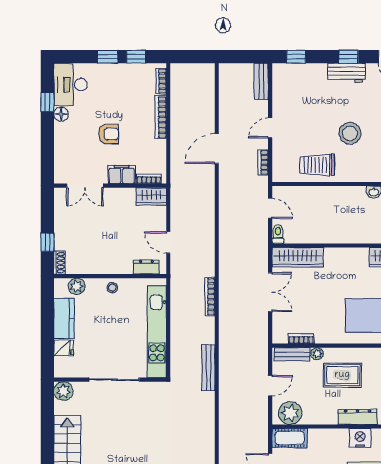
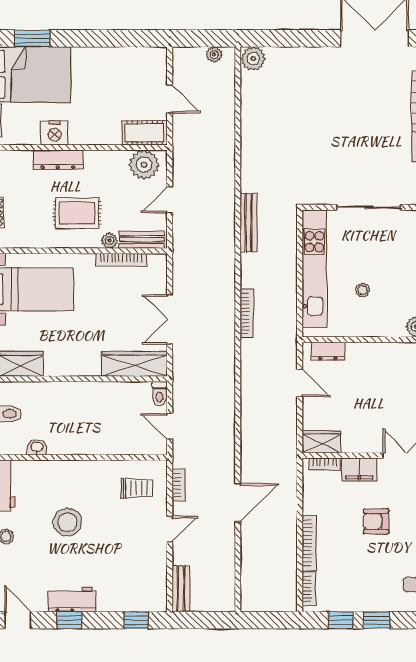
trolley: (317, 165) -> (137, 488), moved, width x0.73, depth x0.72
stool: (112, 288) -> (362, 290), moved
bookcase: (301, 339) -> (121, 260), width x1.56

